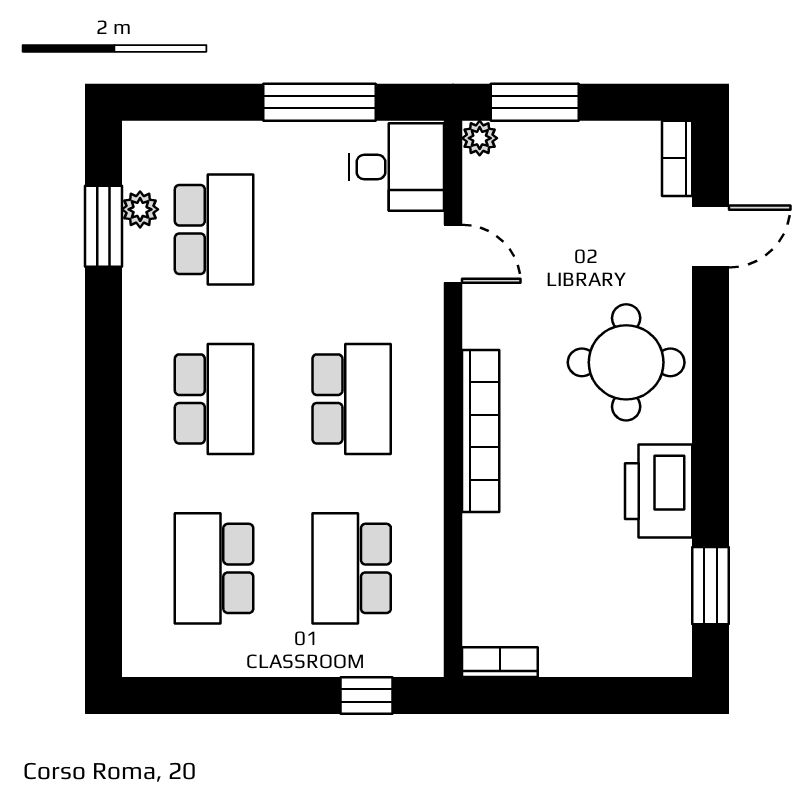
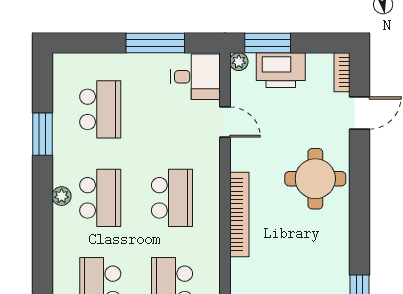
plant: (140, 209) -> (62, 196), moved
window: (103, 226) -> (42, 134), moved
printer: (659, 491) -> (281, 70), moved, turned -90

